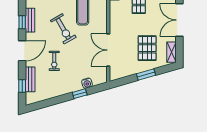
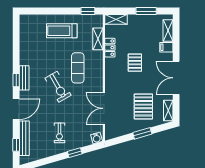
exercise bike: (54, 61) -> (59, 133), moved
bench: (30, 79) -> (24, 138), width x1.36
water cooler: (87, 83) -> (97, 138), moved

